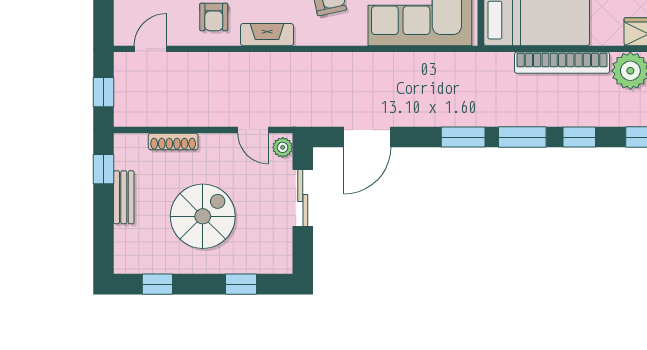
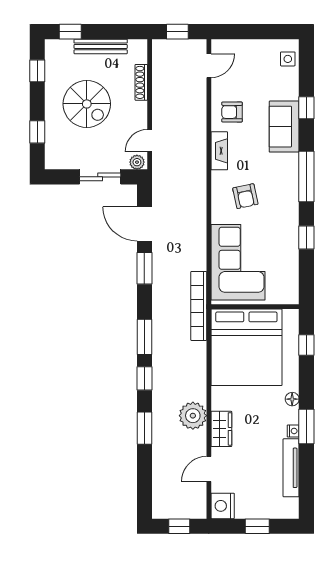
door: (150, 49) -> (209, 66), hinge flipped
bookcase: (562, 63) -> (199, 306), moved
window: (463, 137) -> (144, 268), moved
window: (103, 169) -> (70, 32), moved
bench: (124, 197) -> (101, 46), width x1.36

